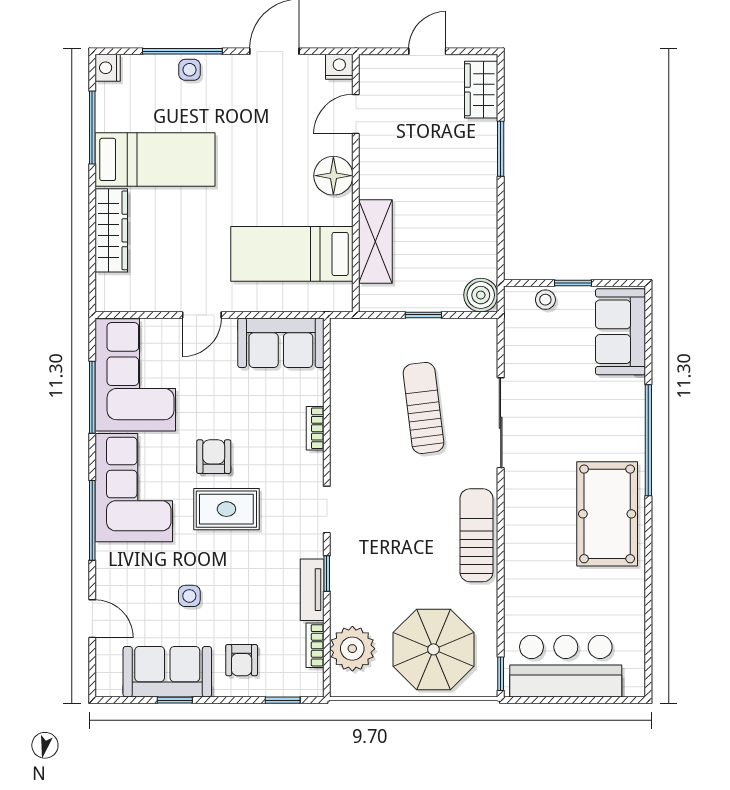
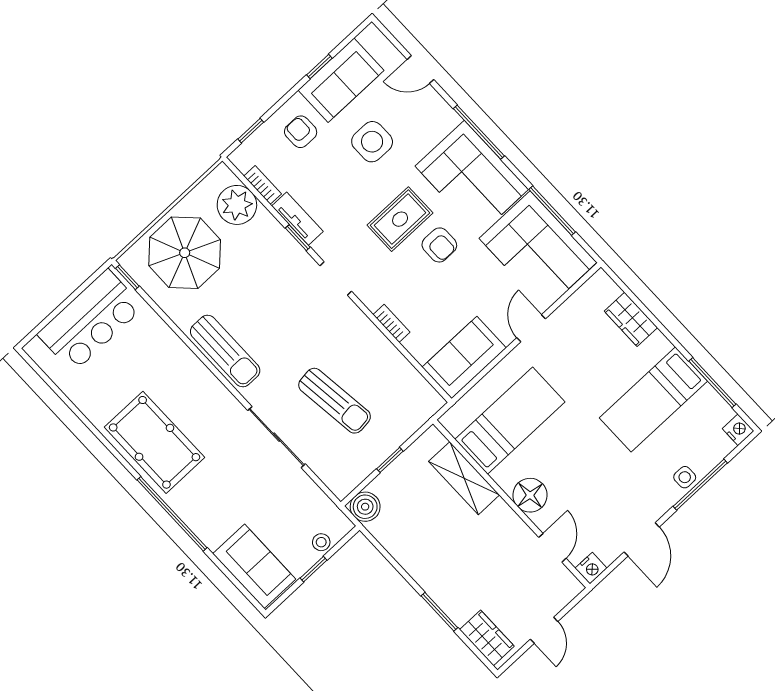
wardrobe: (111, 230) -> (631, 319), width x0.67
side table: (189, 596) -> (372, 142), width x1.87, depth x1.87

